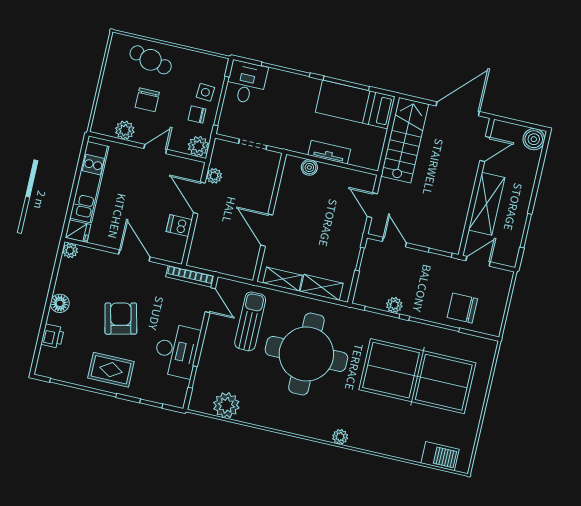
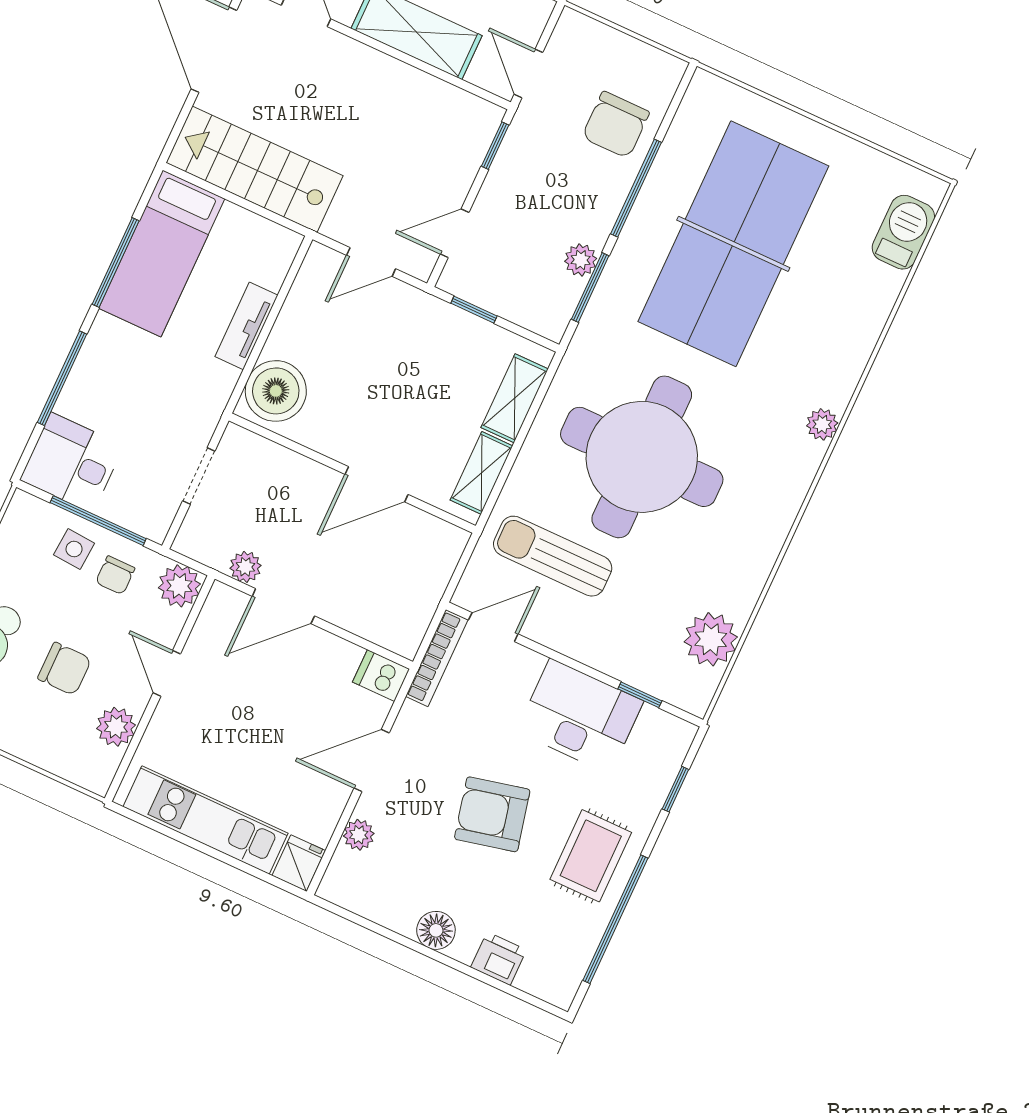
boiler: (309, 167) -> (276, 391), width x1.86, depth x1.86
dishwasher: (179, 226) -> (381, 675), moved, turned 90
plant: (70, 251) -> (359, 835), moved

